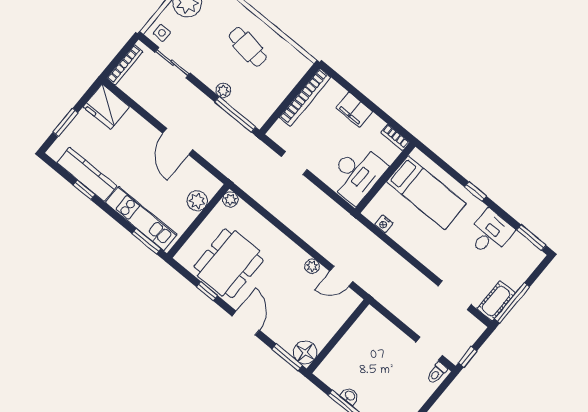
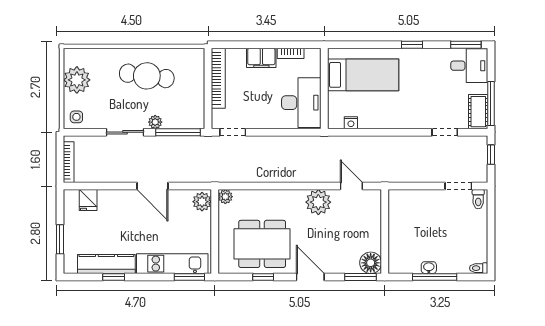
cafe table: (248, 47) -> (147, 76), width x1.37, depth x1.35
sliding door: (172, 63) -> (125, 132), moved
fridge: (106, 107) -> (88, 200), width x0.53, depth x0.75
bookcase: (395, 137) -> (291, 53), moved
doorway: (294, 163) -> (233, 132), moved
window: (475, 191) -> (412, 45), moved
plant: (197, 201) -> (202, 202), moved
desk: (490, 233) -> (469, 66), moved, turned 90
dining table: (229, 263) -> (262, 244), turned 90
plant: (312, 266) -> (318, 202), width x1.88, depth x1.88
door: (341, 276) -> (351, 186), swing flipped
doorway: (455, 295) -> (445, 132), width x0.73
window: (468, 357) -> (491, 155), moved

